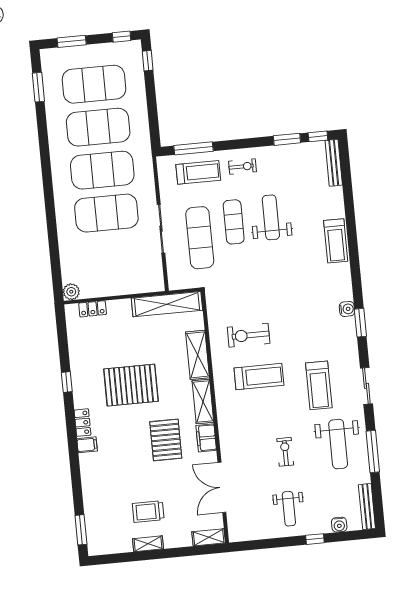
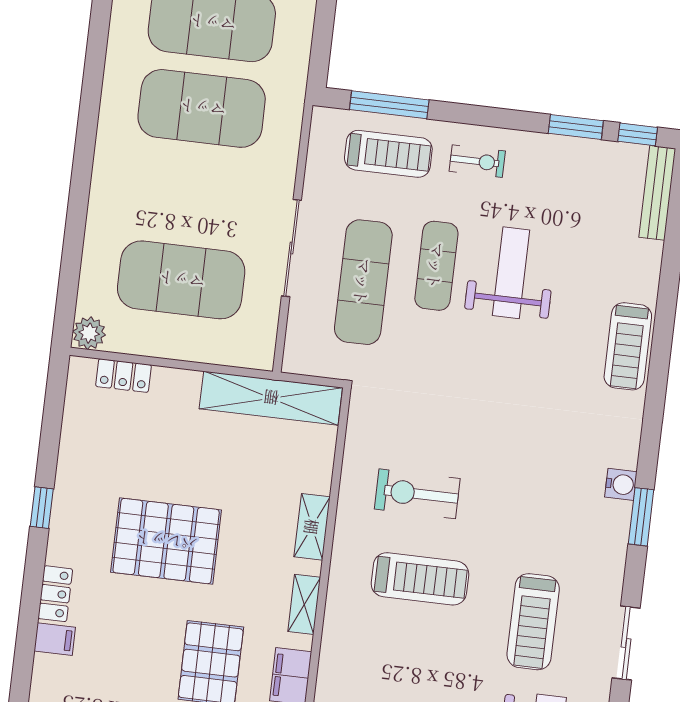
exercise mat: (106, 213) -> (181, 280), moved
shelving: (198, 355) -> (312, 527), width x0.67, depth x0.75
shelving: (203, 402) -> (304, 604), width x0.67, depth x0.75

